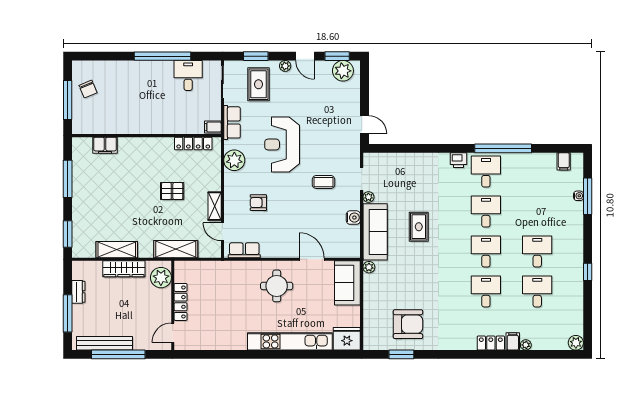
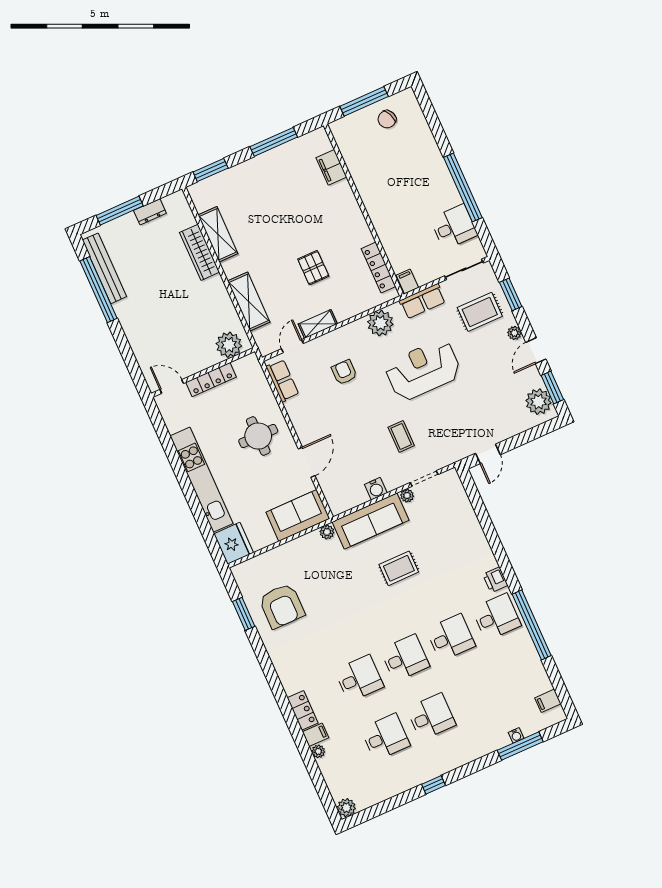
plant: (161, 278) -> (229, 345), moved
locker: (181, 302) -> (211, 380), moved
wall: (173, 305) -> (203, 372), moved
door: (173, 333) -> (172, 386), moved

